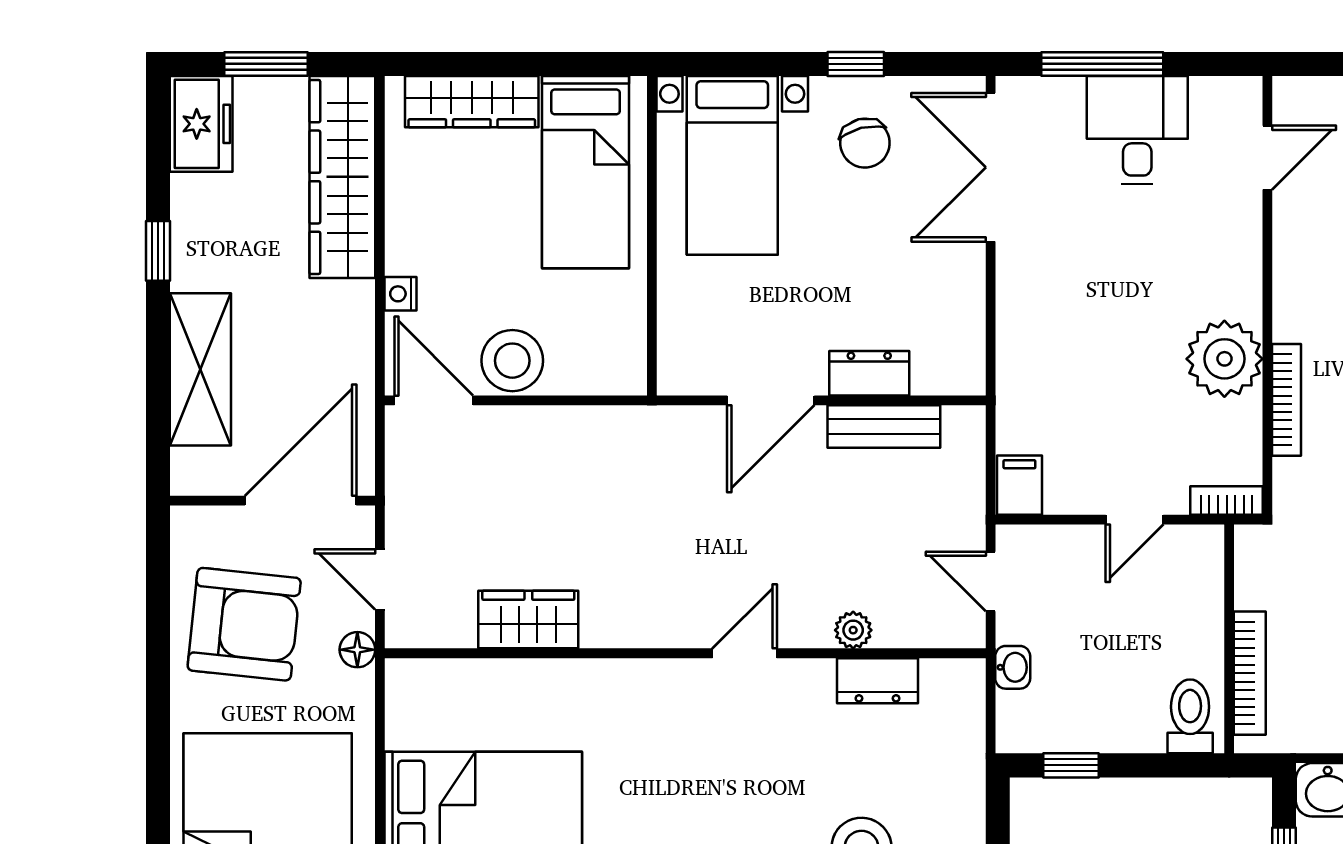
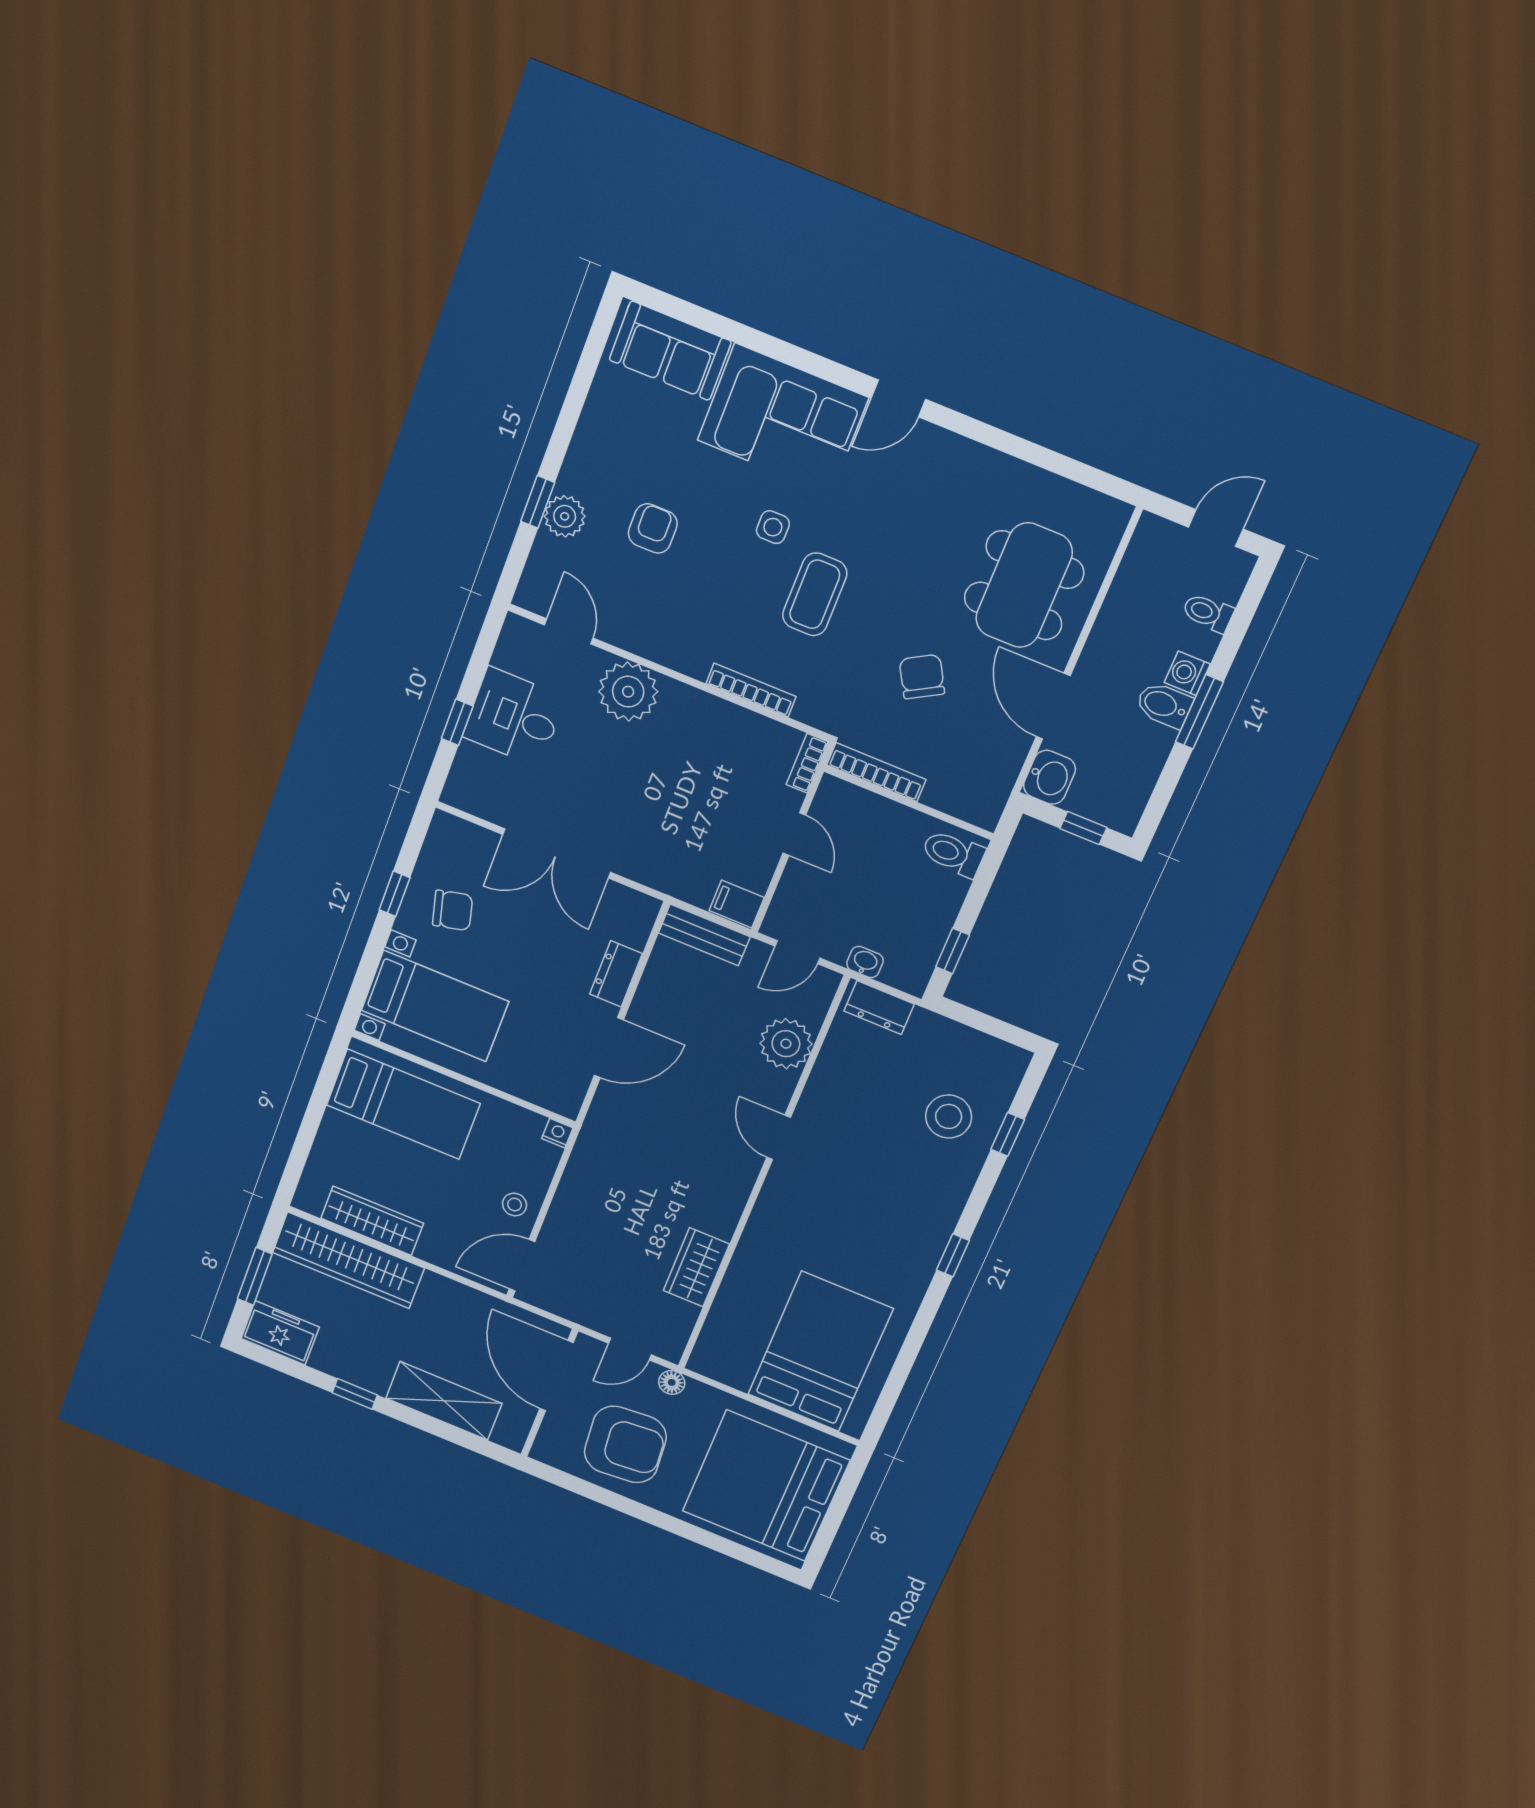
window: (1102, 64) -> (457, 722), width x0.46
wardrobe: (472, 102) -> (372, 1221), moved, turned -90
double door: (991, 167) -> (557, 853), moved
nightstand: (400, 294) -> (557, 1133), moved, turned 180
plant: (1224, 359) -> (628, 692), moved
stool: (512, 361) -> (515, 1204), width x0.53, depth x0.53
door: (771, 400) -> (609, 1048), hinge flipped
bench: (884, 427) -> (704, 935), moved, turned 90
armchair: (244, 624) -> (625, 1444), turned 79
plant: (853, 630) -> (786, 1044), width x1.88, depth x1.88
bookcase: (1250, 673) -> (876, 772), moved
dresser: (878, 681) -> (879, 1008), moved, turned 90

